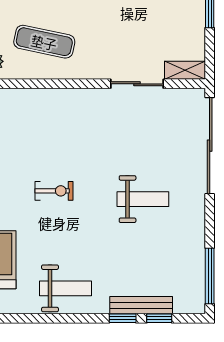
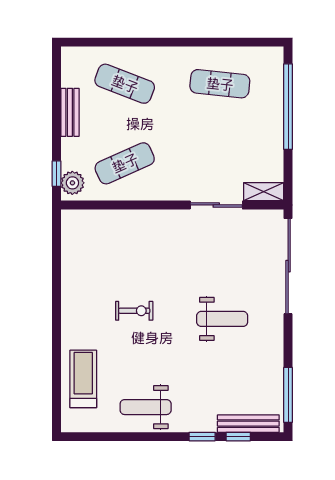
exercise mat: (44, 42) -> (125, 163), turned -36
weight bench: (65, 288) -> (146, 407), turned 180
bench: (141, 305) -> (248, 424), moved

